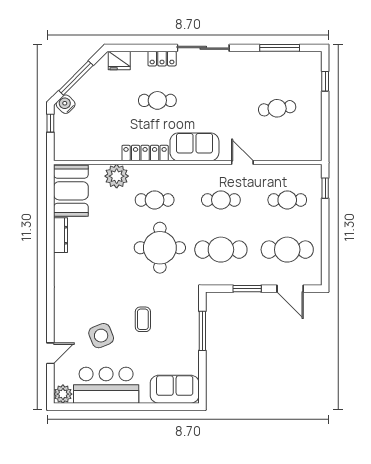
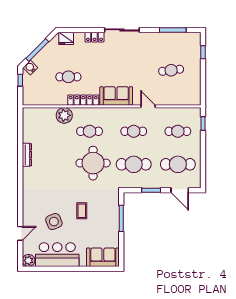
cafe table: (157, 100) -> (68, 77), moved
booth: (71, 191) -> (34, 125), removed

